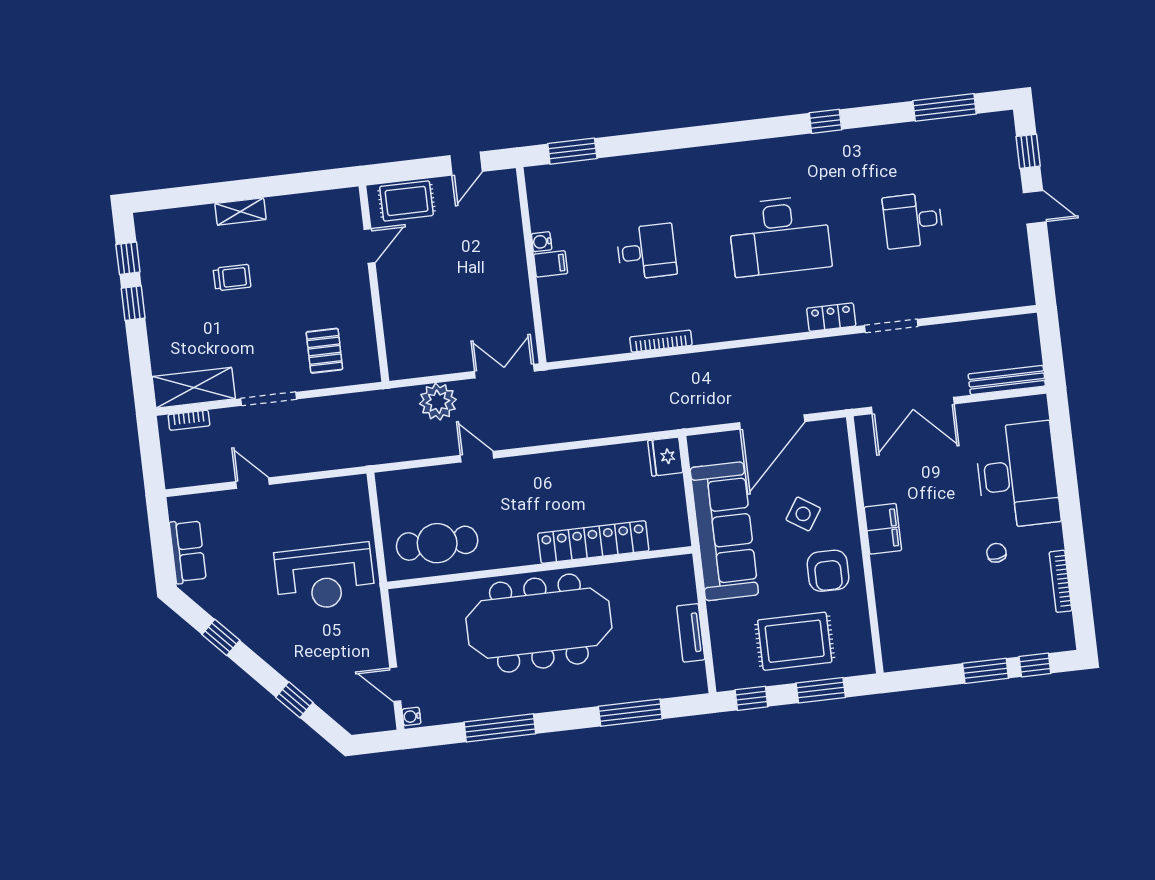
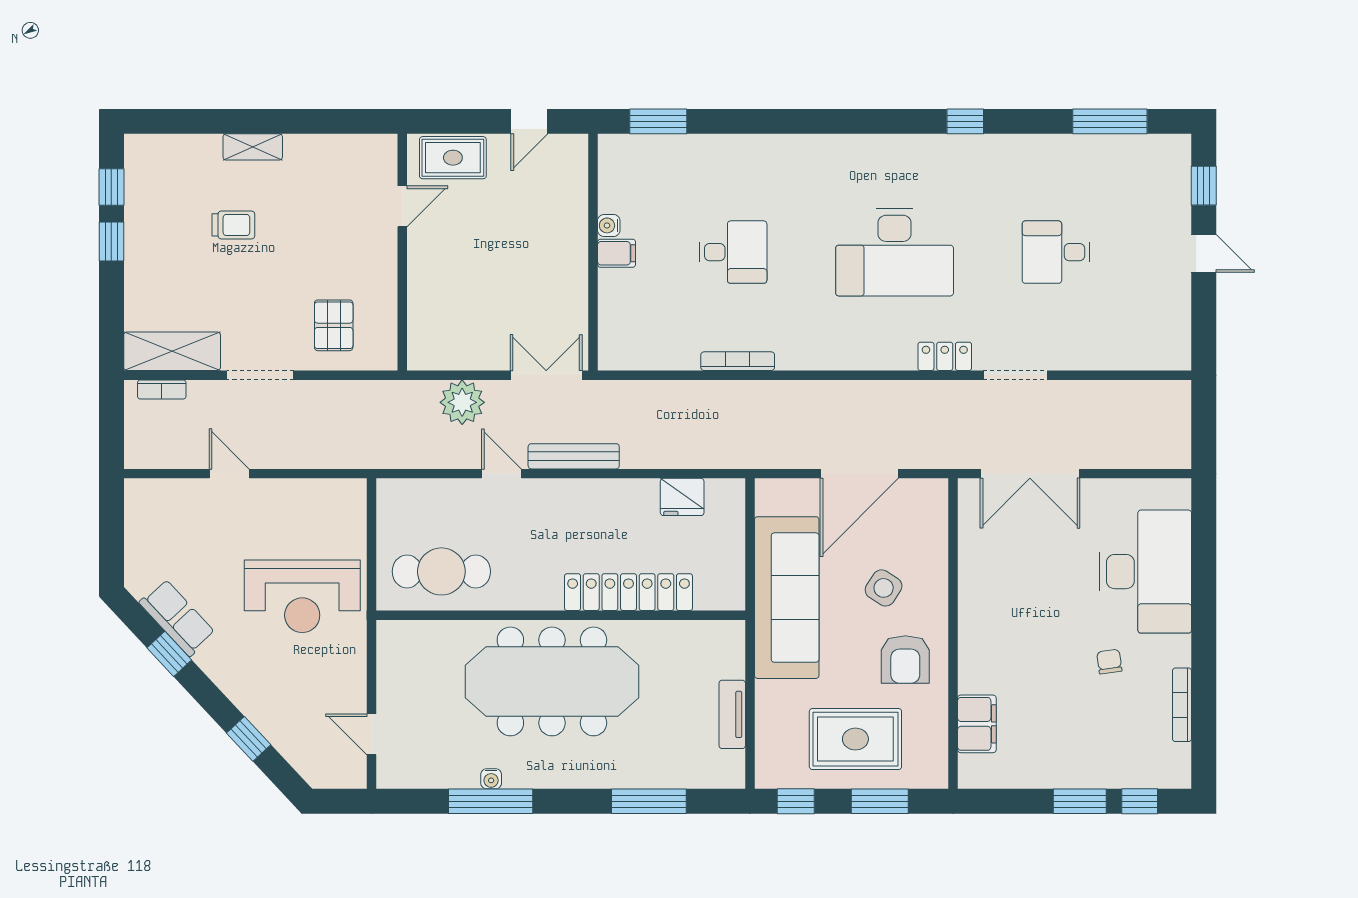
bench: (1007, 380) -> (574, 456), moved
fridge: (665, 457) -> (682, 497), moved, turned -90
filing cabinet: (883, 529) -> (977, 724), moved
row of seats: (188, 551) -> (177, 618), moved, turned -43
water cooler: (411, 716) -> (491, 779), moved, turned -90

